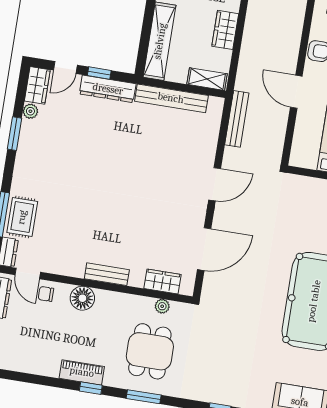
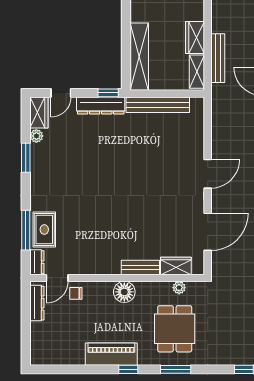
window: (99, 73) -> (108, 93), moved
shelving: (207, 79) -> (197, 72), moved, turned 90
bench: (237, 119) -> (218, 58), moved
door: (28, 273) -> (57, 278), hinge flipped
bench: (107, 274) -> (140, 268), moved
floor lamp: (82, 298) -> (124, 292), moved
piano: (82, 372) -> (111, 354), width x1.37, depth x1.33

